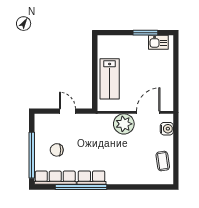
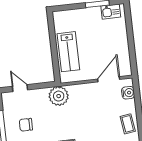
door: (67, 111) -> (20, 88), moved
plant: (124, 124) -> (59, 96), moved

